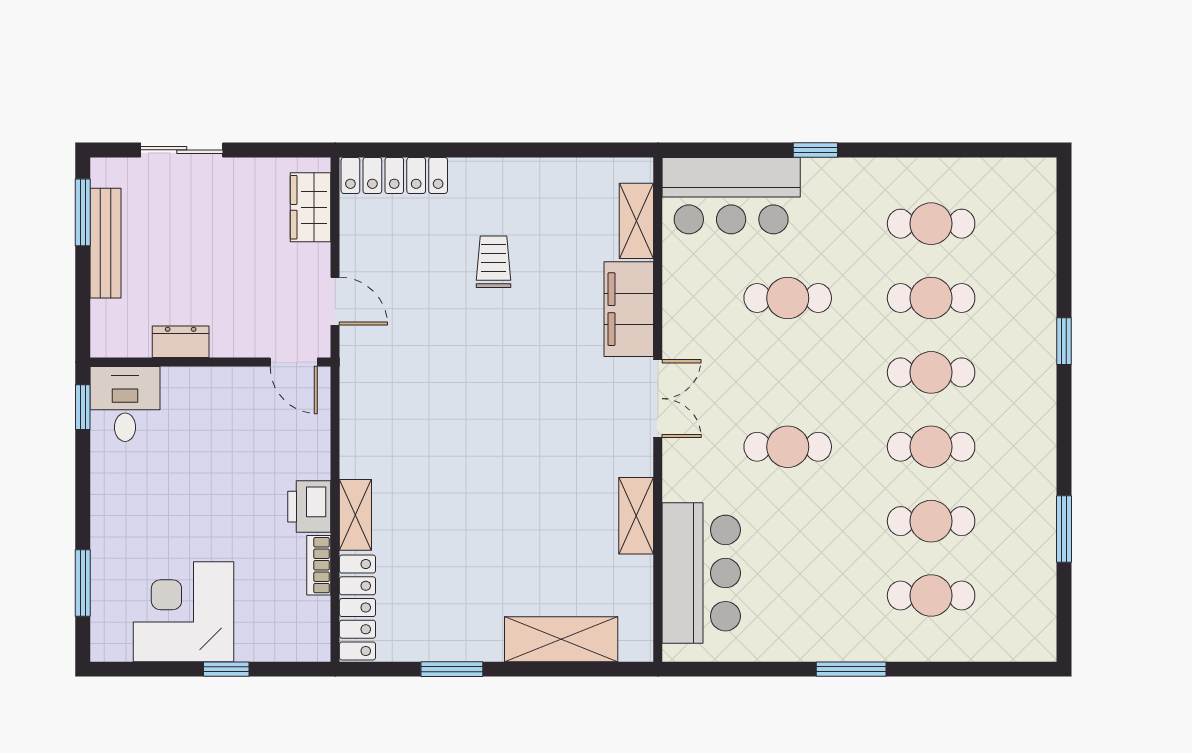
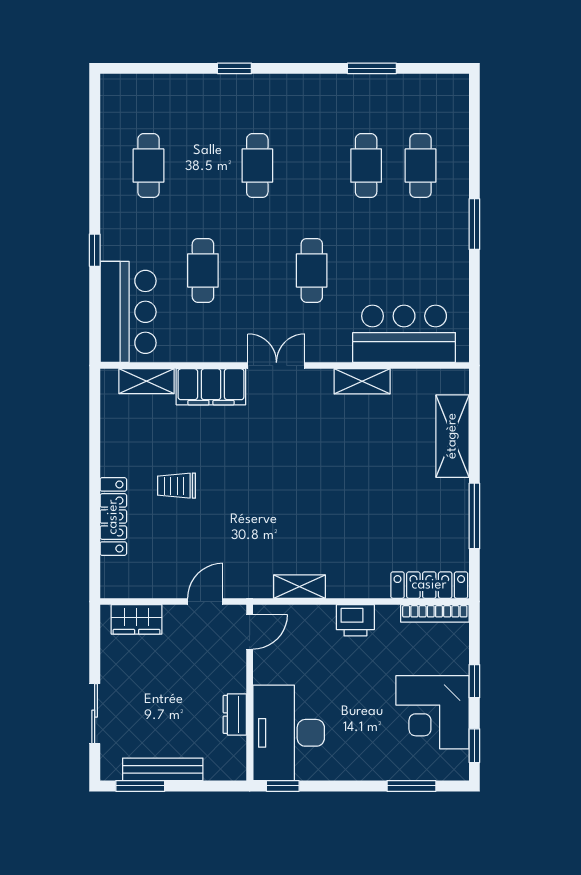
locker: (394, 175) -> (113, 517), moved
cafe table: (931, 298) -> (203, 166), removed
desk: (125, 404) -> (289, 733), width x1.87, depth x1.30
cafe table: (931, 447) -> (312, 166), removed
shelving: (355, 515) -> (300, 587), moved
bookcase: (319, 565) -> (435, 613), moved, width x1.56
window: (138, 669) -> (474, 746), added
window: (452, 669) -> (474, 516), width x1.44

